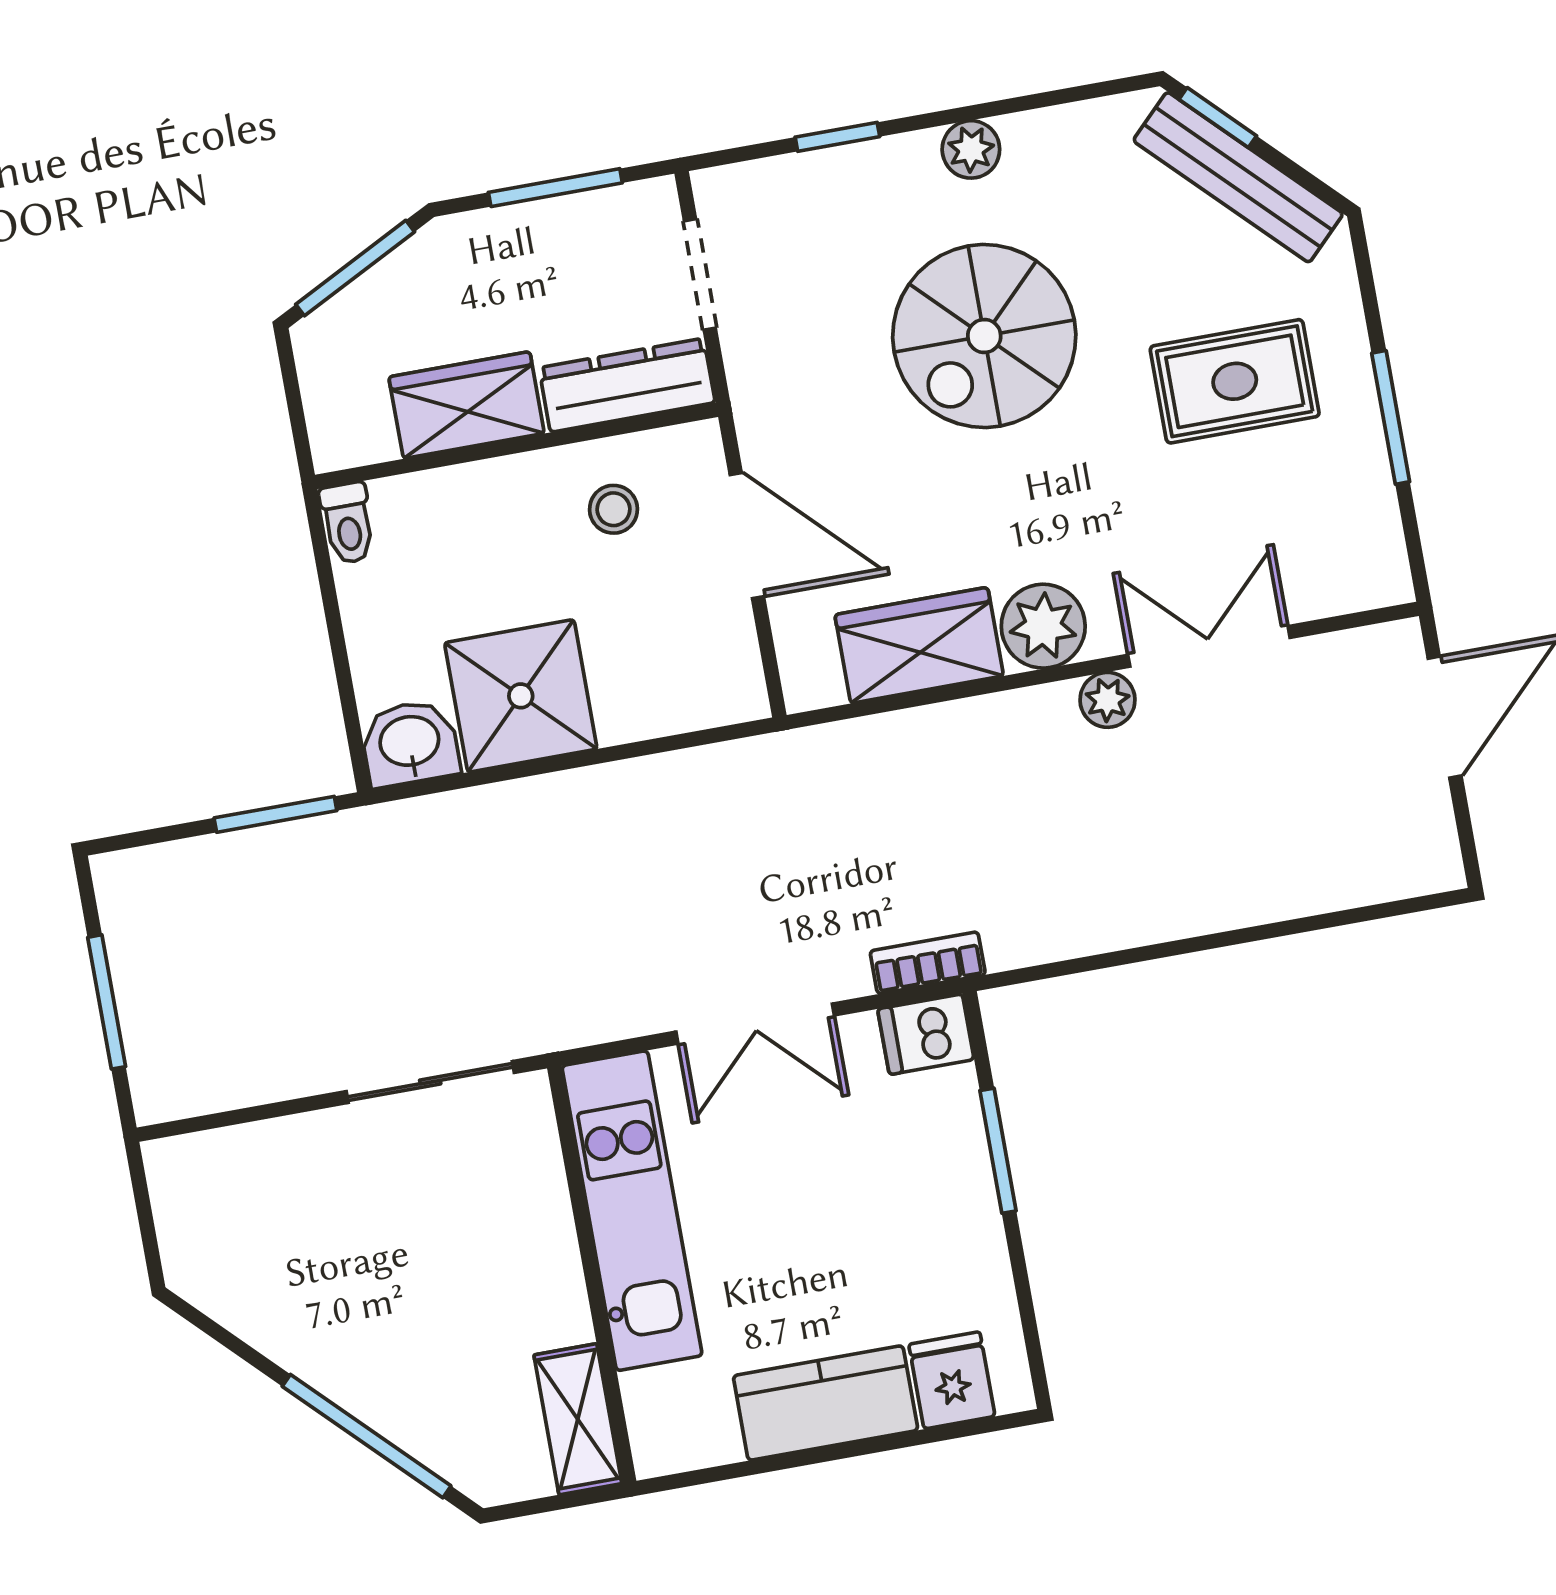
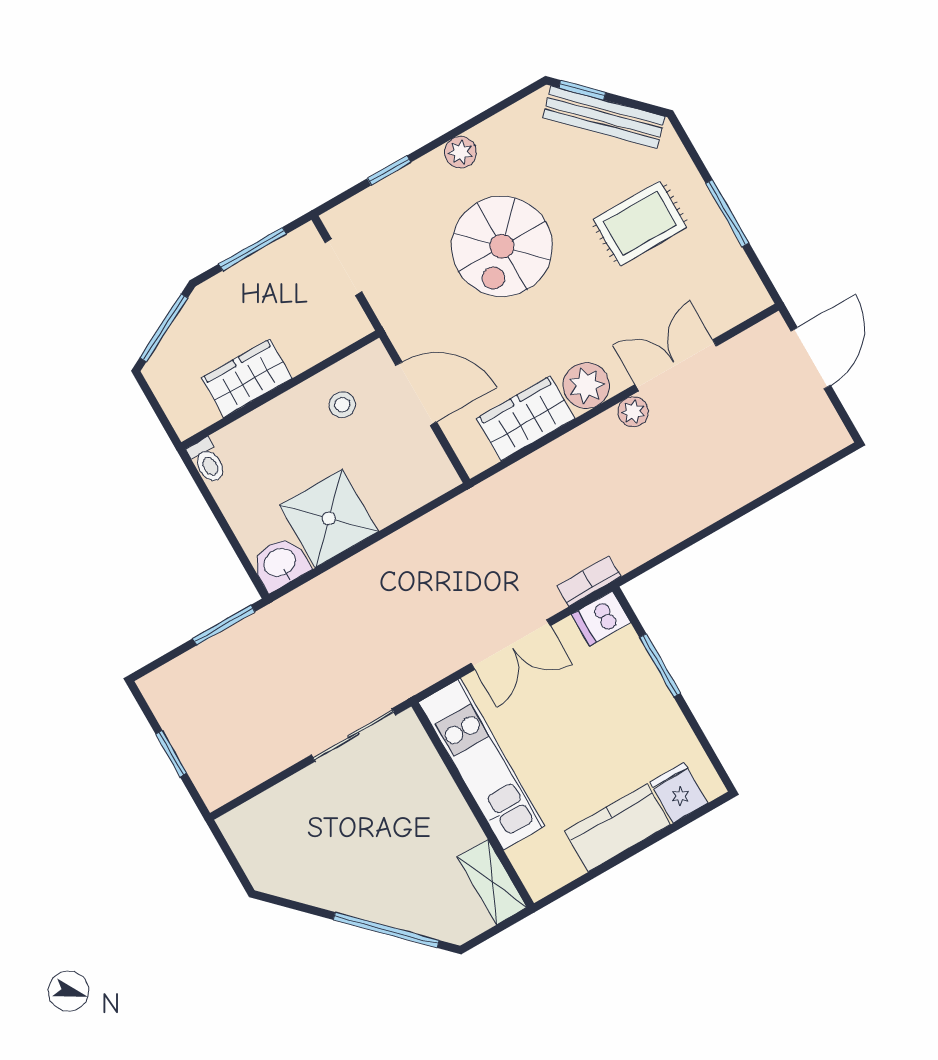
dresser: (627, 385) -> (326, 338), removed
window: (107, 1002) -> (171, 753), width x0.67

